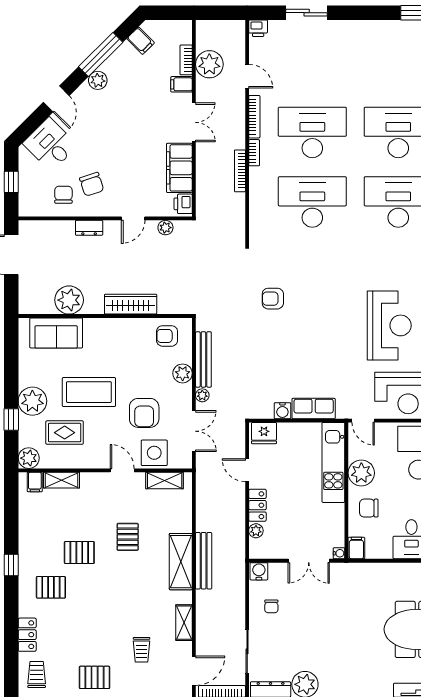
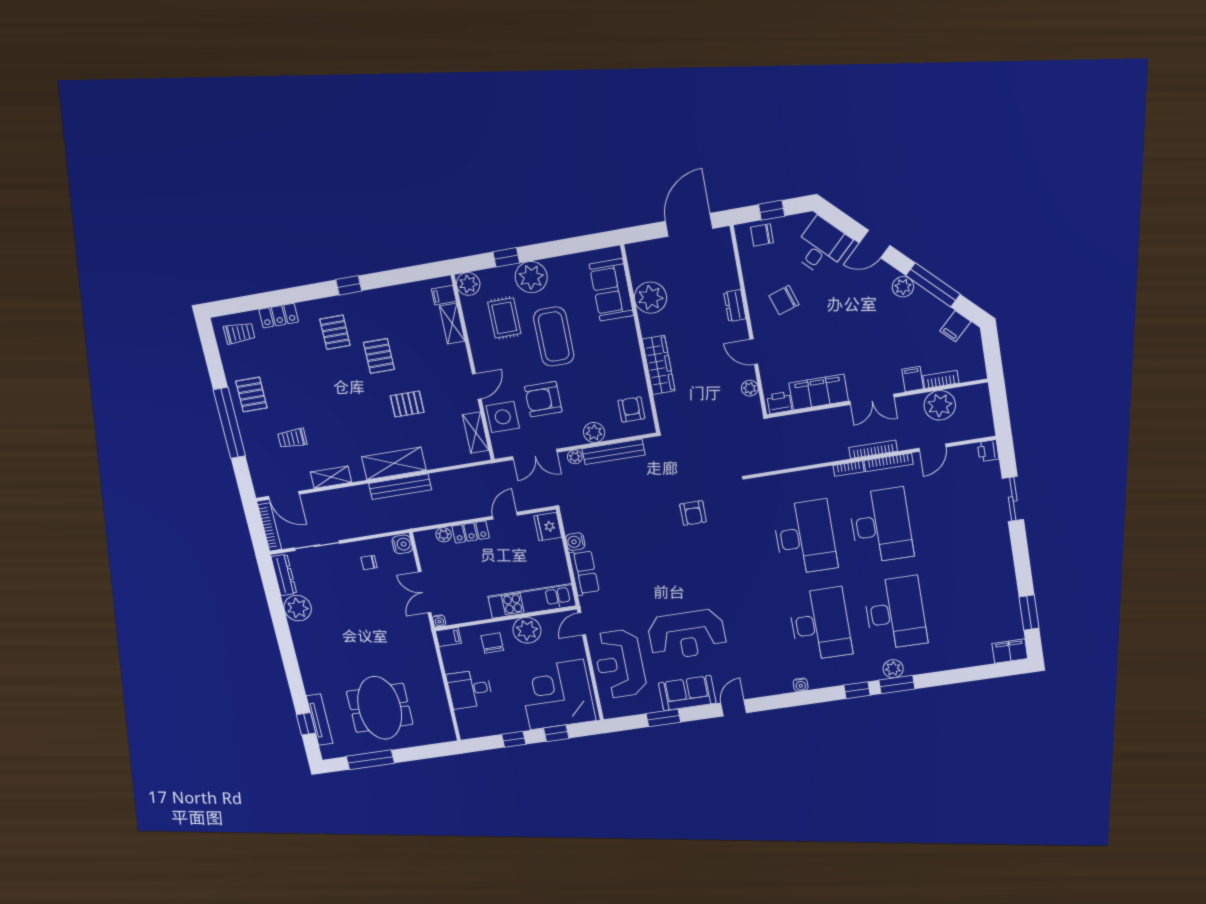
bookcase: (240, 171) -> (873, 449), moved
chair: (63, 195) -> (762, 235), moved, turned 180
armchair: (273, 299) -> (693, 513), turned 180

